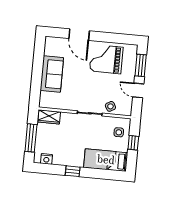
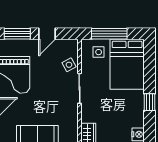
window: (133, 143) -> (109, 34), width x2.17
bed: (106, 160) -> (127, 64), width x1.50

